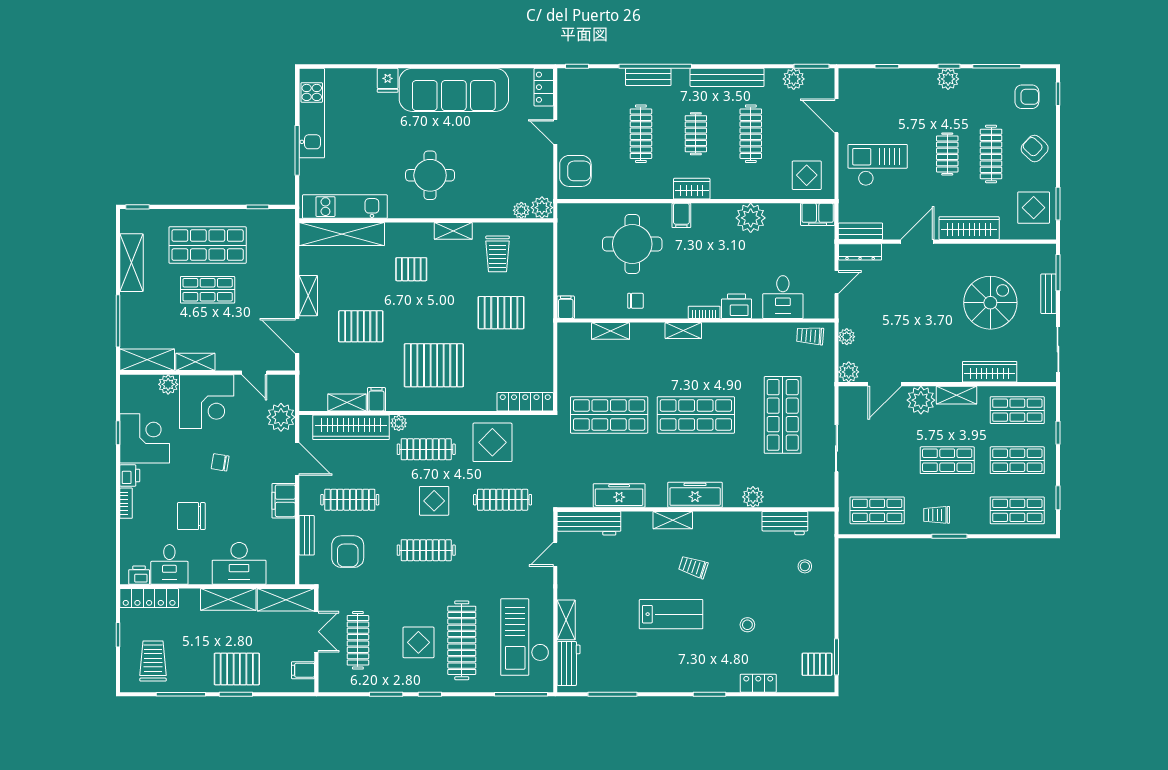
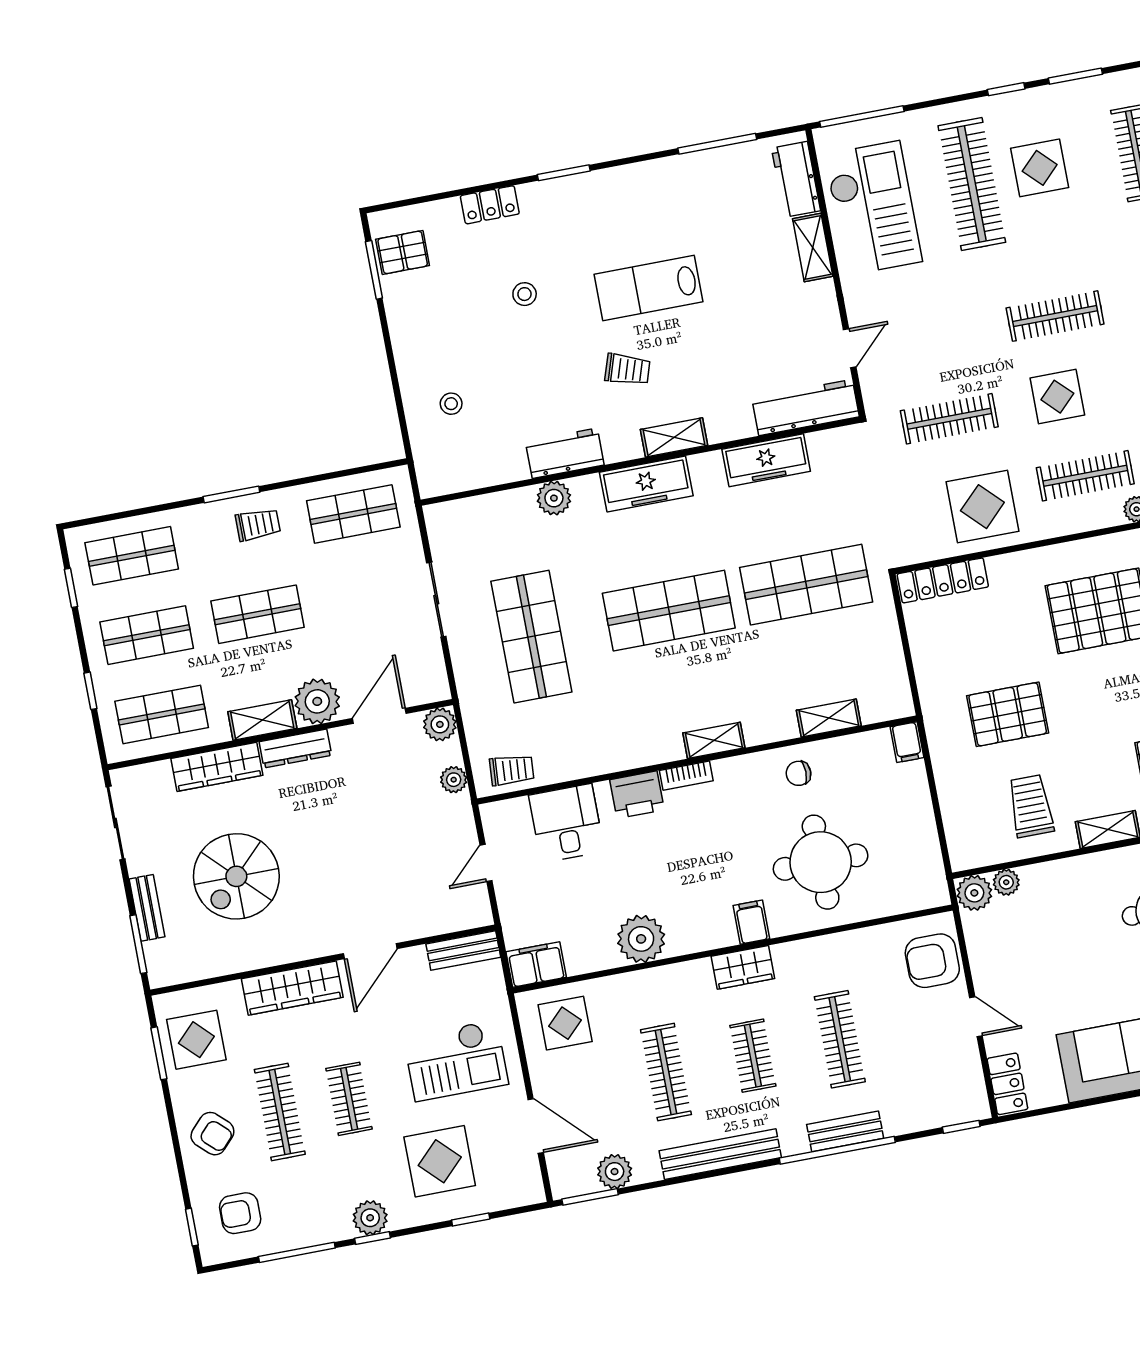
display table: (899, 105) -> (440, 1161), added
dresser: (860, 252) -> (295, 749), moved, turned 180
workbench: (785, 523) -> (565, 453), moved

